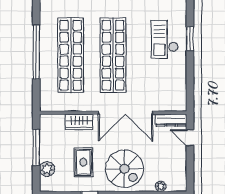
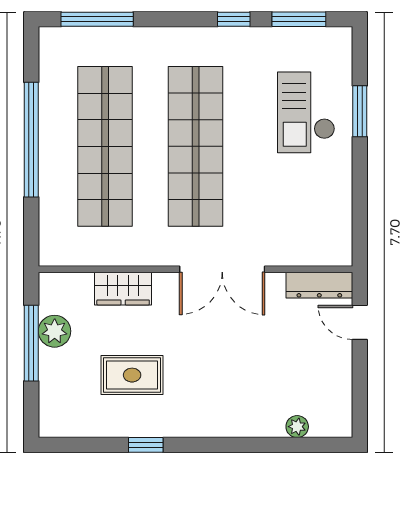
double door: (126, 113) -> (222, 269), width x0.73
rug: (83, 162) -> (132, 375), turned 90
plant: (47, 169) -> (55, 331), moved
spiral stairs: (124, 169) -> (220, 389), removed

